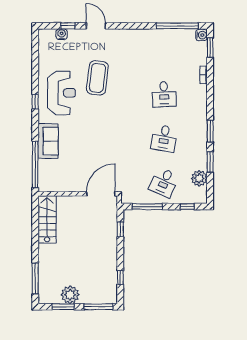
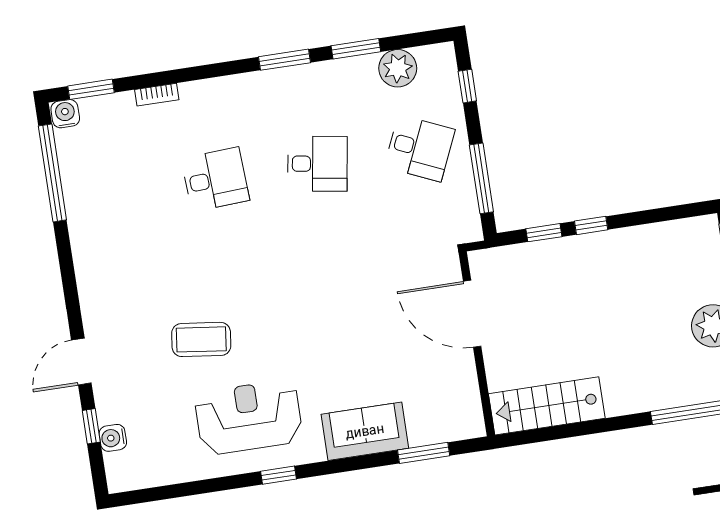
coffee table: (97, 78) -> (201, 339), width x0.73, depth x0.76
window: (35, 164) -> (424, 453), width x0.47
door: (101, 194) -> (472, 314), moved
window: (120, 278) -> (591, 225), moved

